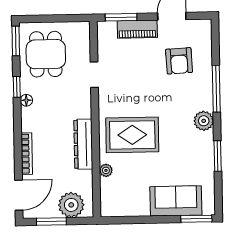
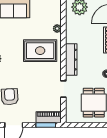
piano: (137, 29) -> (49, 117), moved
dresser: (83, 144) -> (71, 60), moved

